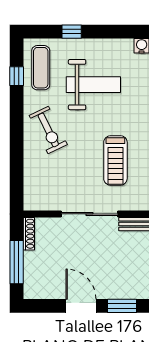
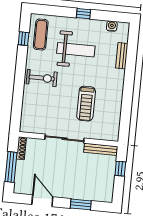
window: (72, 32) -> (83, 14), moved
exercise bike: (48, 130) -> (42, 78), turned -64
door: (81, 306) -> (42, 201), moved

